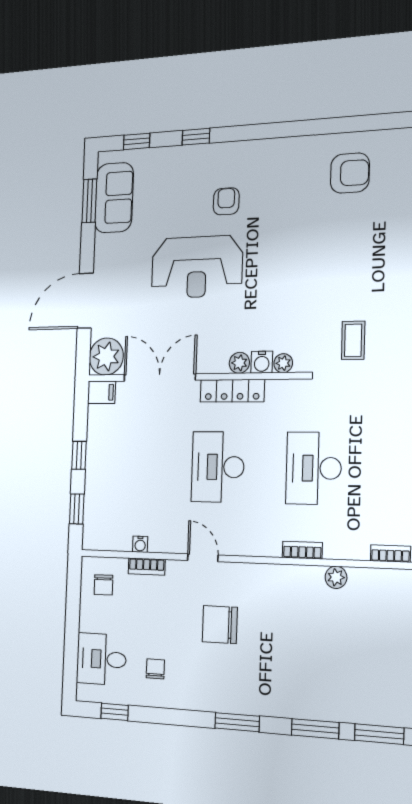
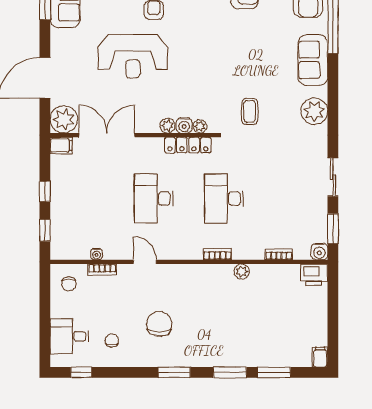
locker: (232, 391) -> (188, 145), moved
chair: (220, 625) -> (159, 324), moved, turned 90

